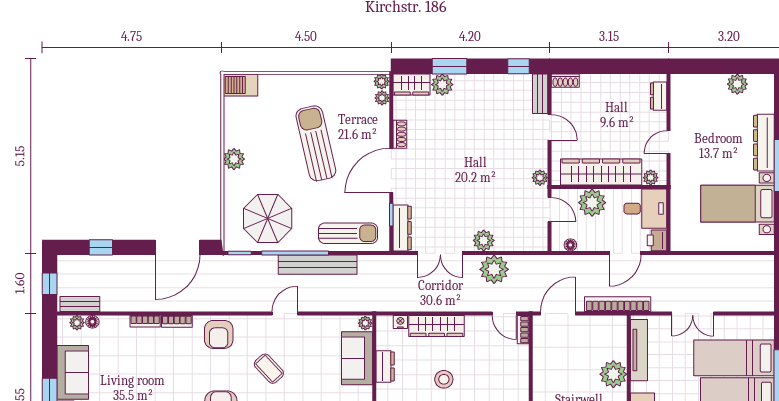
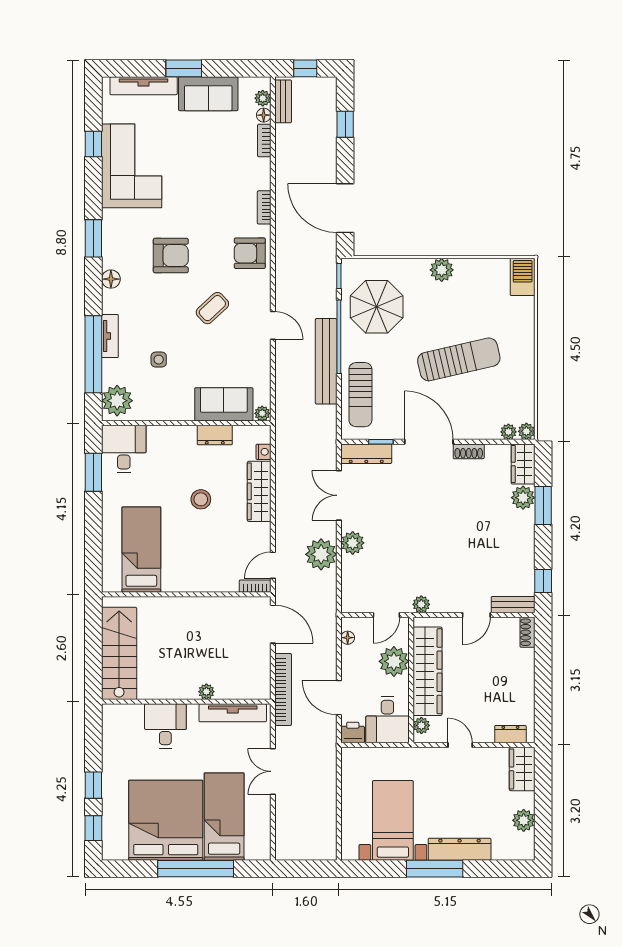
wardrobe: (690, 85) -> (522, 769), added
bookcase: (145, 321) -> (264, 141), moved
plant: (613, 374) -> (206, 692), width x0.53, depth x0.53

